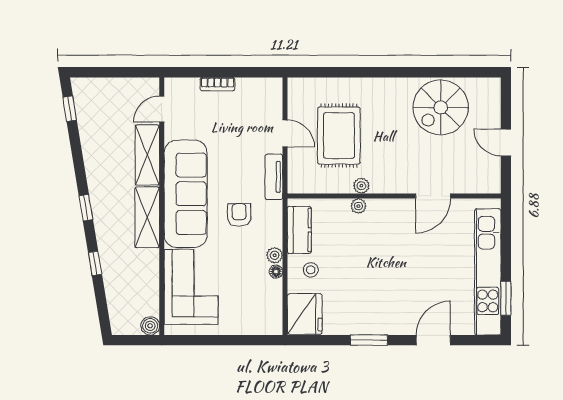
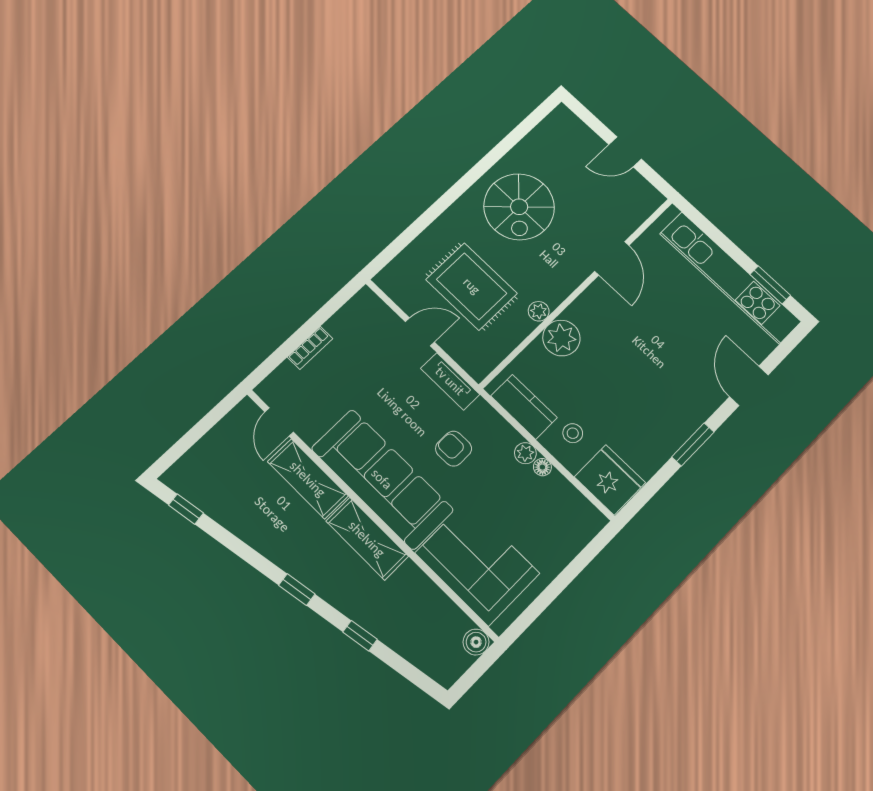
spiral stairs: (441, 107) -> (519, 207), moved
plant: (358, 206) -> (561, 338), width x1.87, depth x1.87

